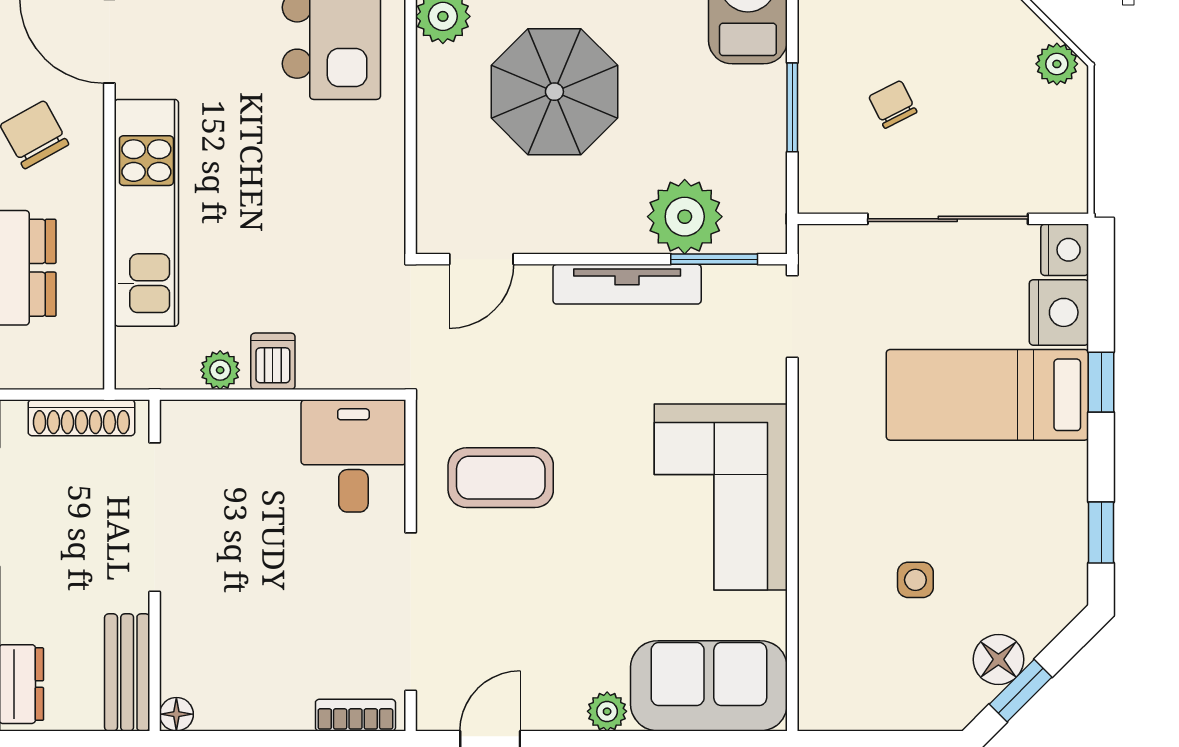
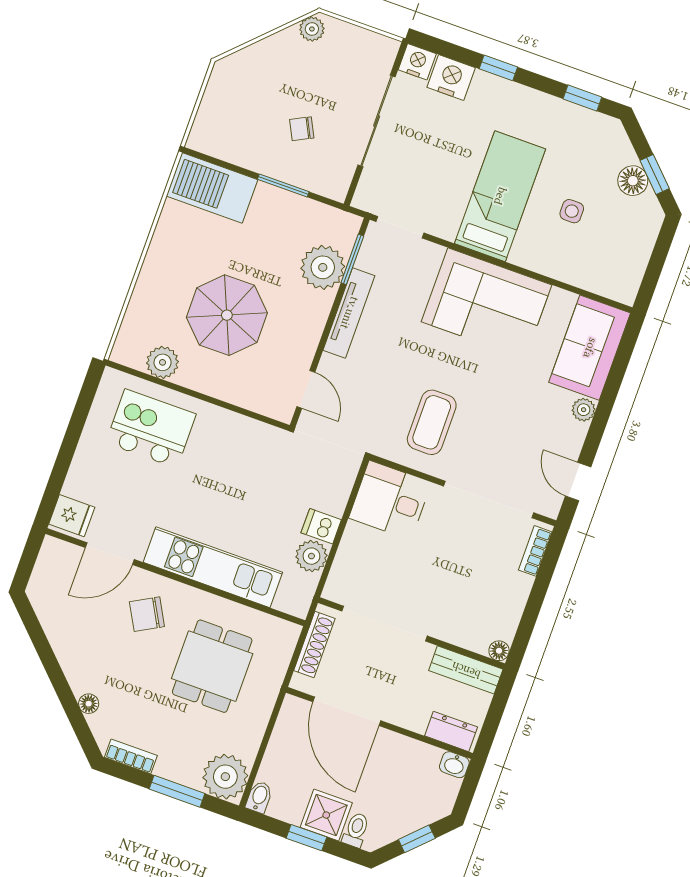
plant: (220, 370) -> (311, 556), width x1.38, depth x1.38
bed: (987, 395) -> (500, 196), moved, turned 180

